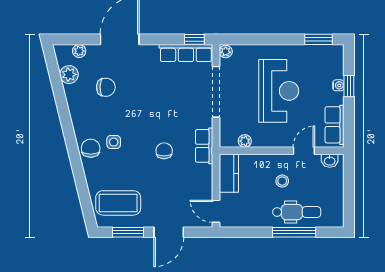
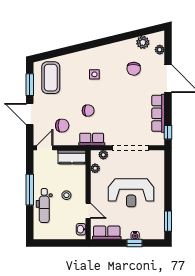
plant: (226, 52) -> (103, 155), moved
row of seats: (186, 53) -> (158, 113), moved
chair: (91, 148) -> (62, 126), moved
window: (294, 232) -> (30, 190), moved

